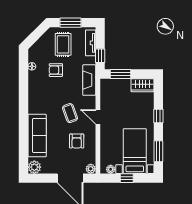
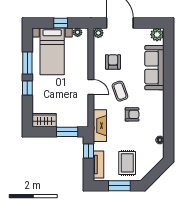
armchair: (56, 70) -> (132, 114), moved
window: (158, 151) -> (27, 63), moved

